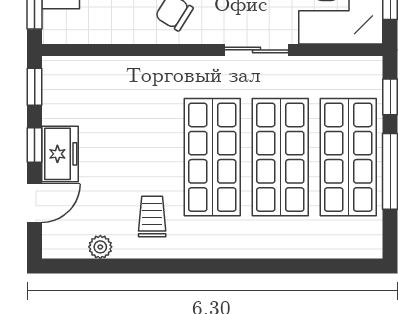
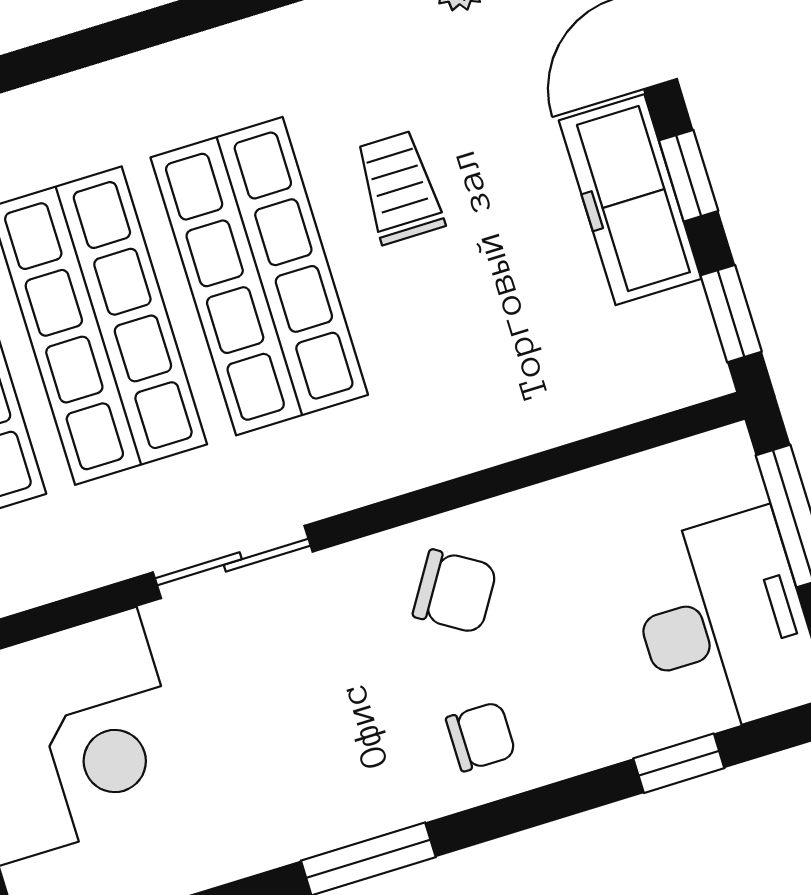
freezer: (60, 154) -> (630, 200), width x1.40
trolley: (152, 217) -> (399, 187), moved, turned 180

